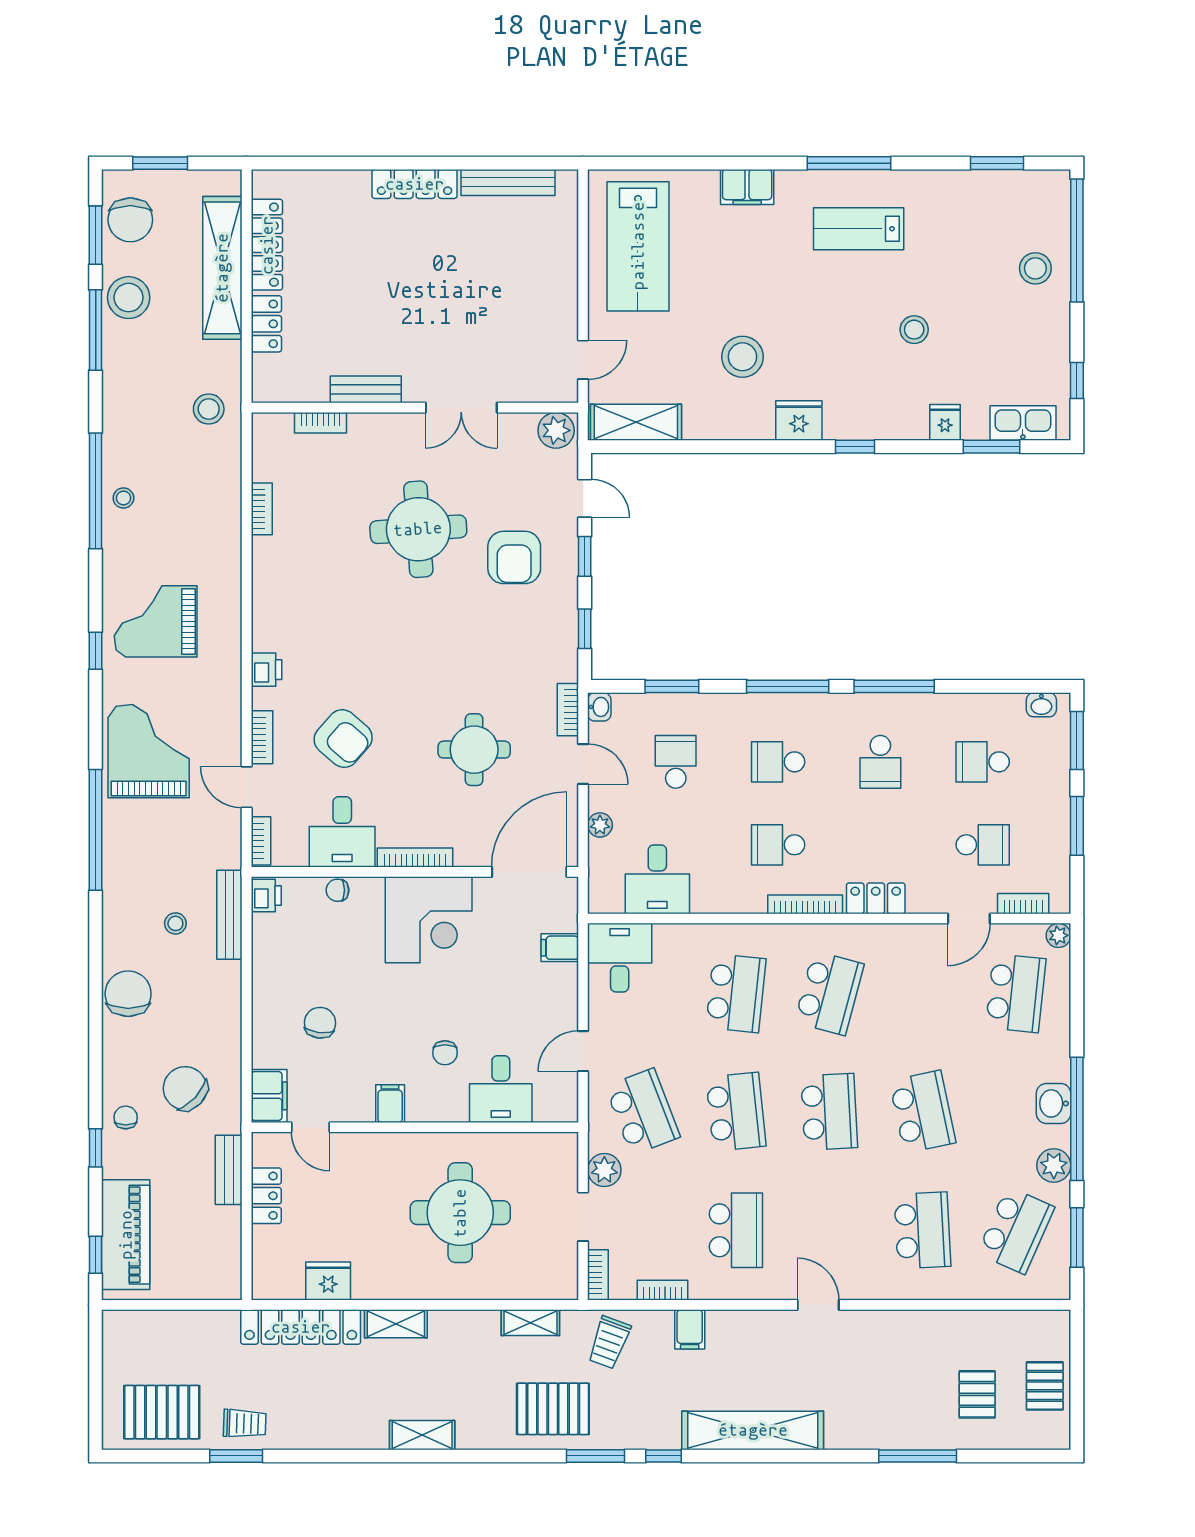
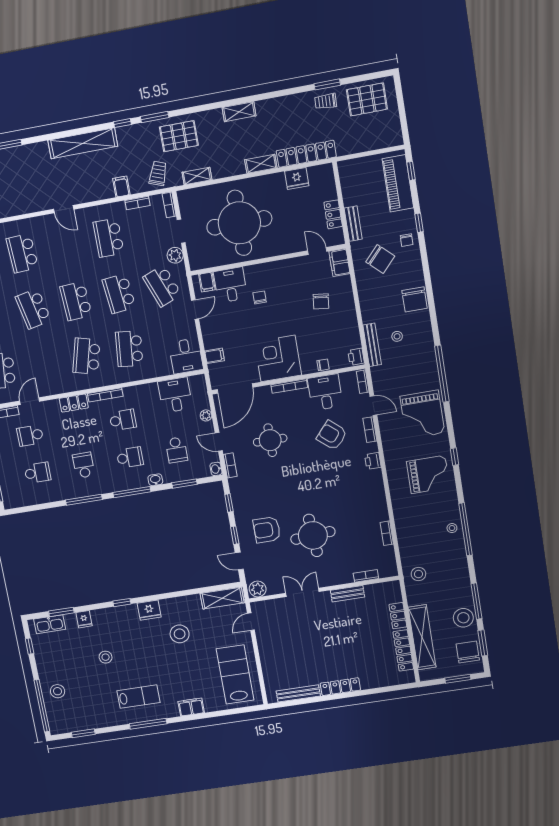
armchair: (514, 557) -> (267, 530), turned -90
washbasin: (1041, 705) -> (155, 480), moved
filing cabinet: (390, 1104) -> (207, 282), moved
round table: (460, 1213) -> (239, 223), width x1.36, depth x1.36

